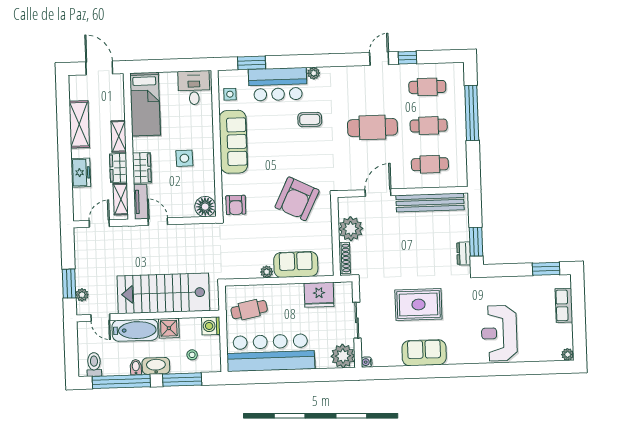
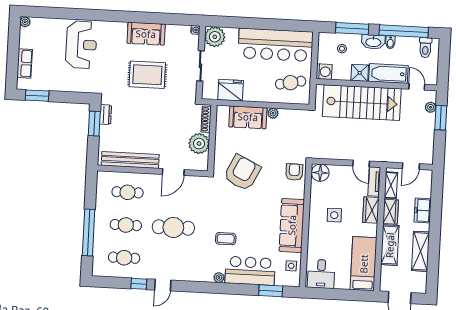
shelving: (119, 136) -> (390, 245), width x1.50, depth x1.33

